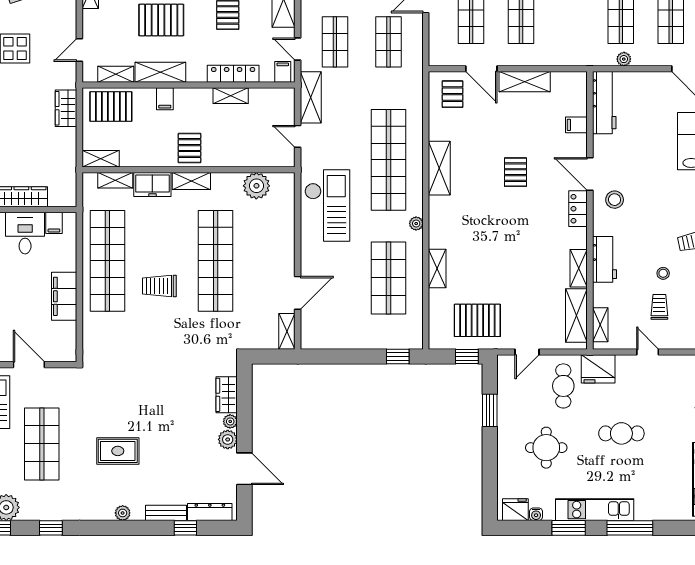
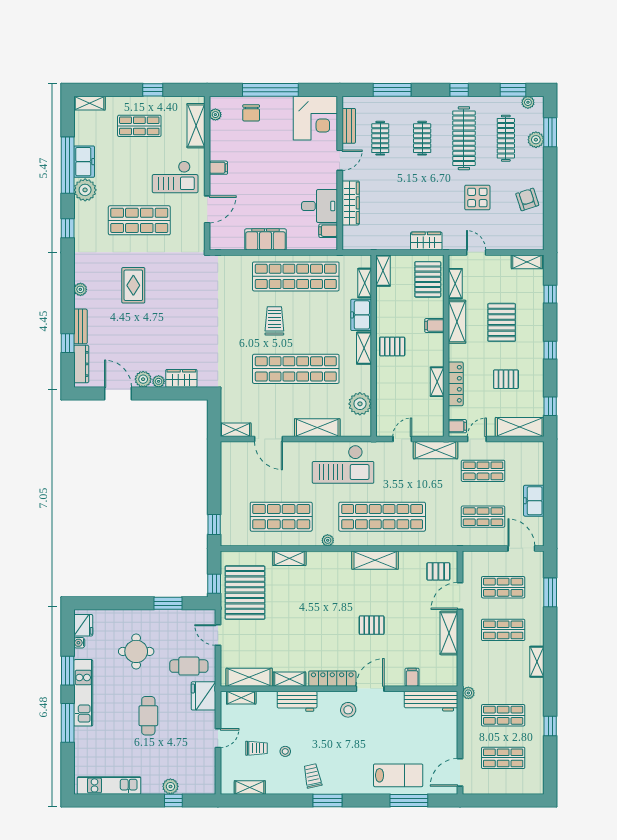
plant: (624, 59) -> (468, 693), moved
locker: (578, 209) -> (332, 679), width x1.53
shelving: (284, 236) -> (317, 428), added
pallet: (477, 320) -> (245, 593), width x1.37, depth x1.41
door: (244, 469) -> (118, 394), swing flipped

